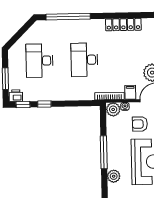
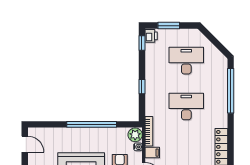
window: (44, 104) -> (142, 87), moved
window: (104, 152) -> (92, 124), width x1.46
plant: (114, 176) -> (67, 134), removed

